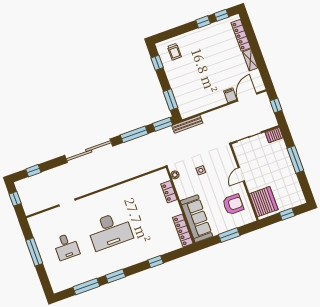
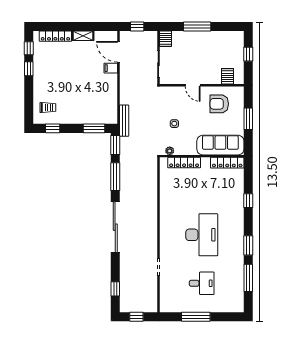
locker: (169, 192) -> (184, 163), width x1.53
server rack: (264, 202) -> (227, 76), width x0.46, depth x0.70
armchair: (233, 204) -> (219, 104), turned -90

